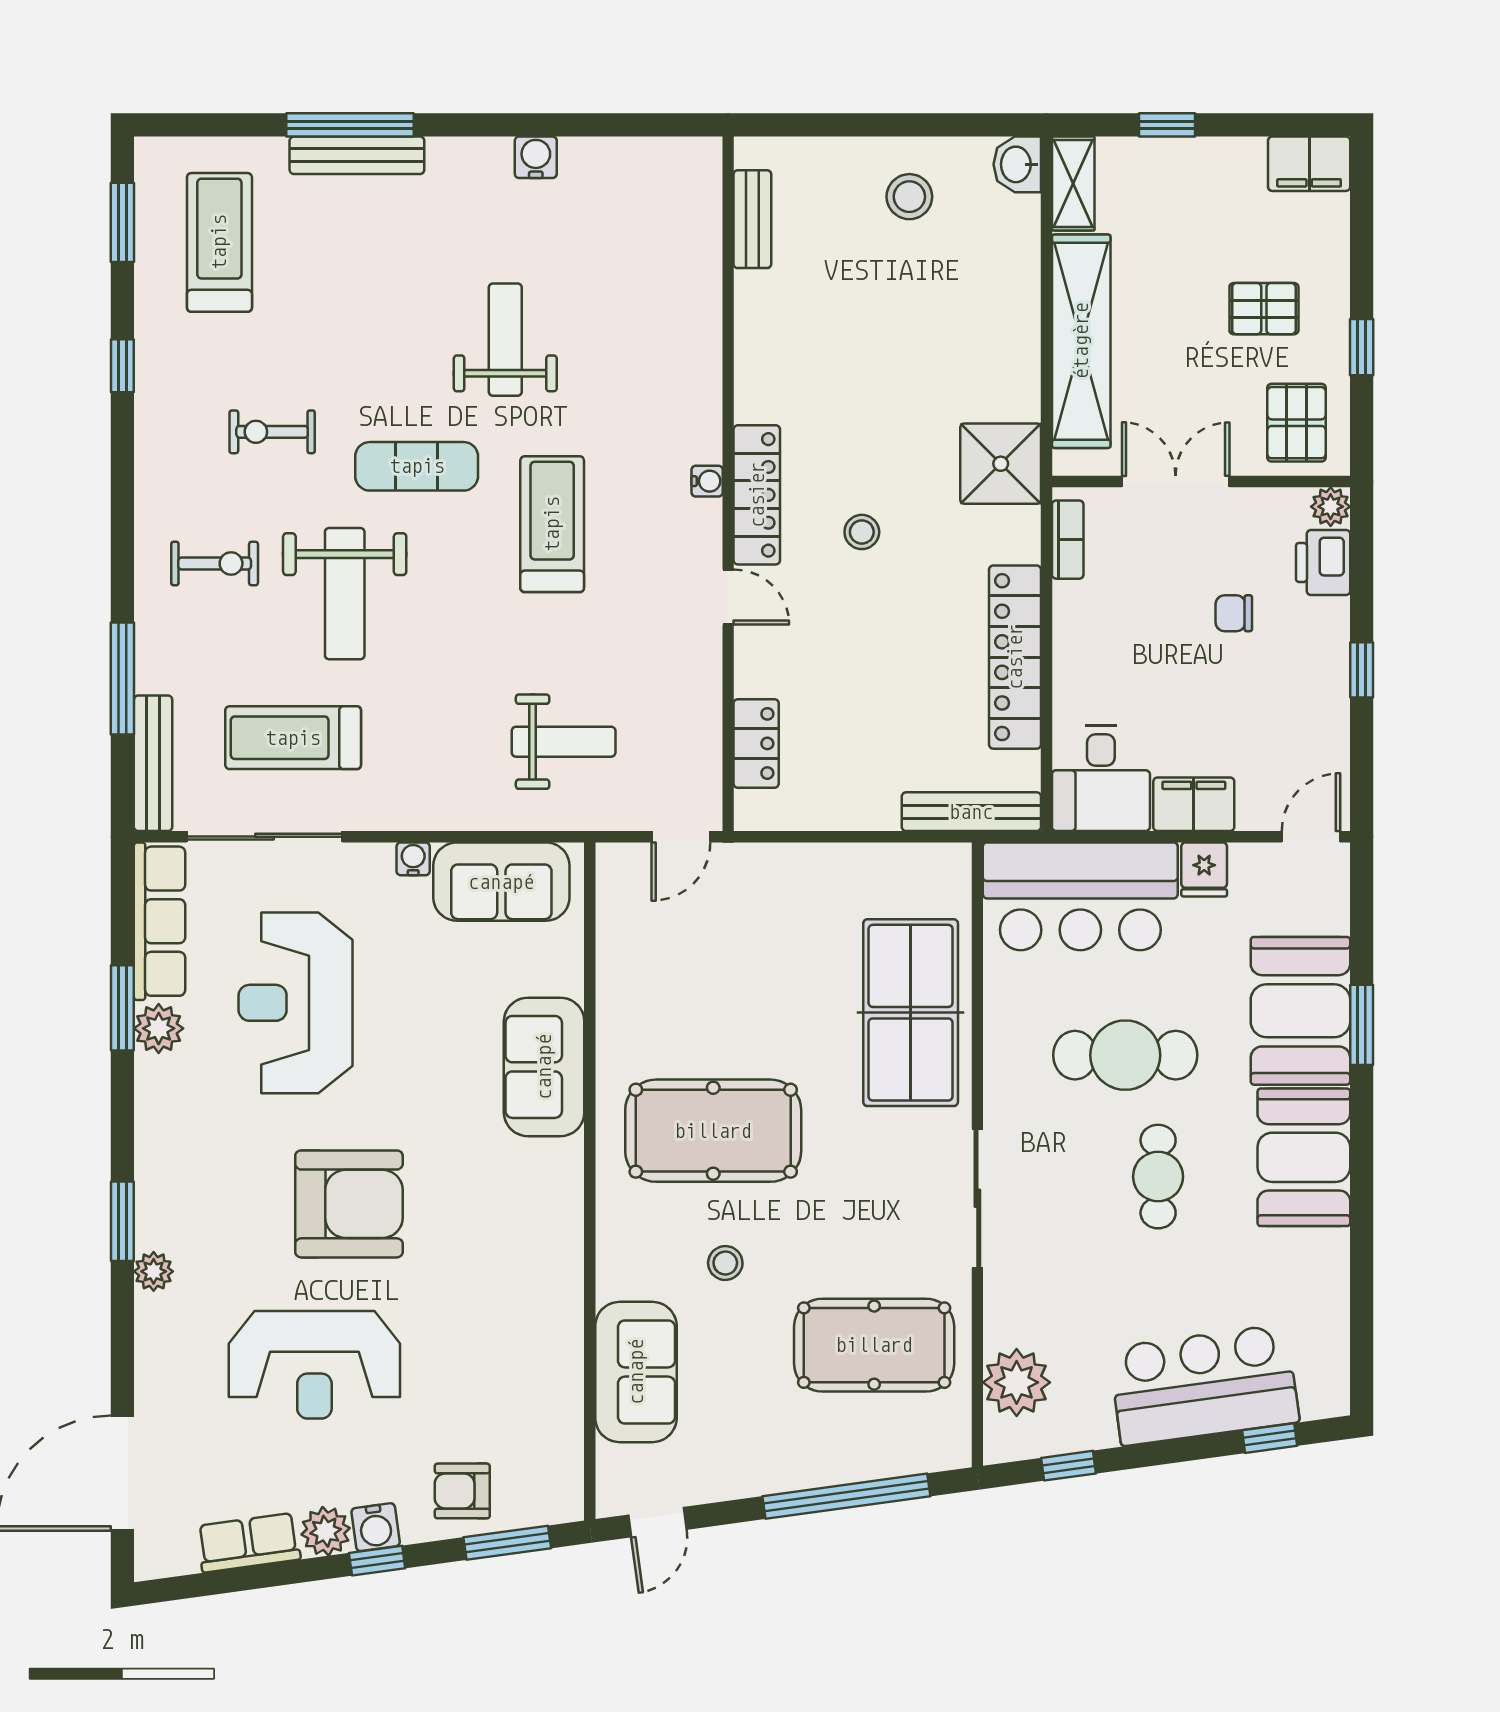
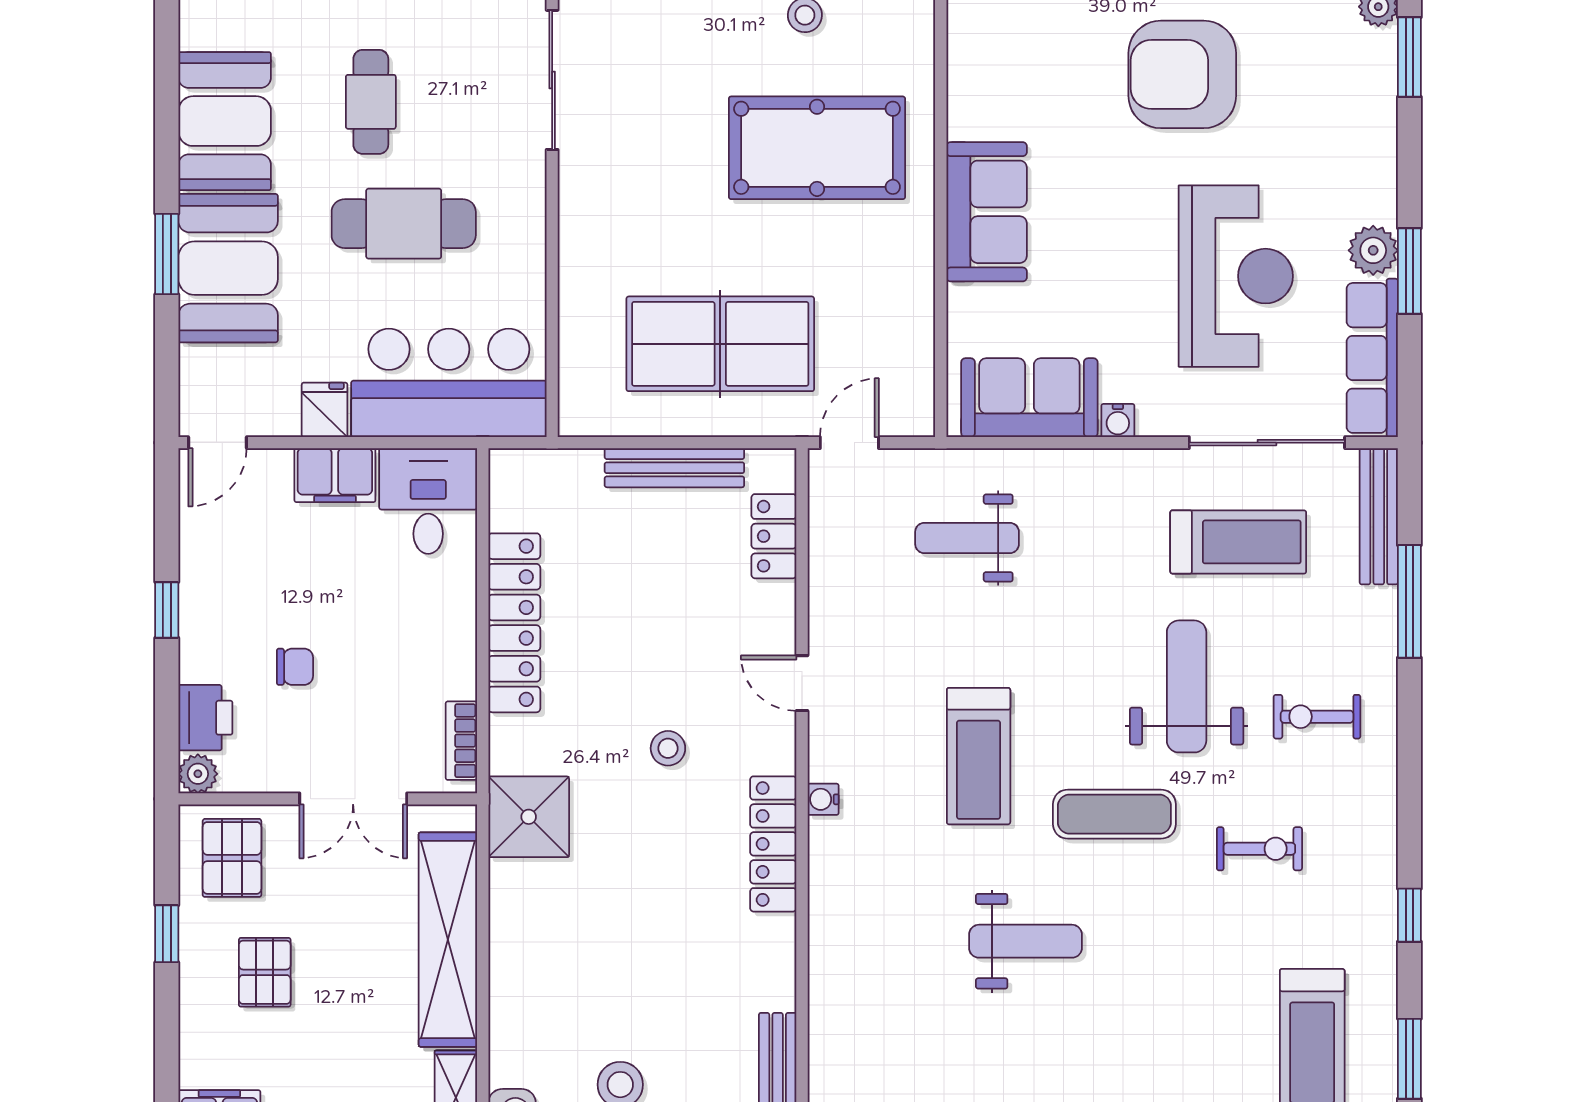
pallet: (1264, 309) -> (265, 972), turned 90
weight bench: (505, 340) -> (1025, 941), turned -90
locker: (757, 495) -> (773, 844), moved
bench: (971, 812) -> (674, 468), moved
table tennis table: (911, 1013) -> (720, 344), moved, turned 90

